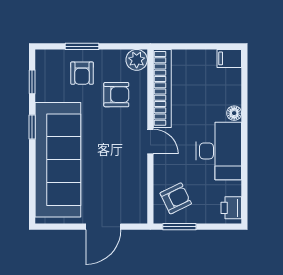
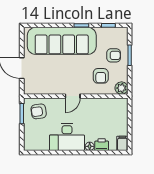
armchair: (82, 73) -> (114, 55), turned 180
bookcase: (162, 88) -> (104, 103), removed
armchair: (176, 198) -> (39, 111), turned 108
printer: (231, 208) -> (102, 145), moved

